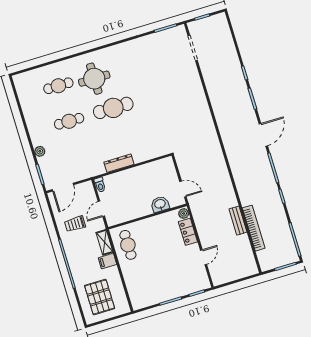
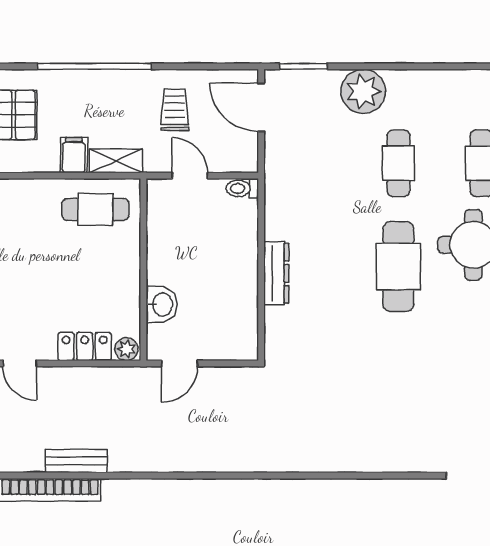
plant: (40, 151) -> (363, 91), width x1.88, depth x1.88
dresser: (119, 163) -> (276, 273), moved

